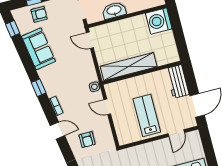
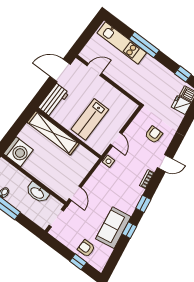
window: (13, 29) -> (129, 230), moved
shelving: (129, 67) -> (53, 133), moved
lab bench: (147, 115) -> (90, 119), moved
door: (57, 131) -> (165, 163), swing flipped

